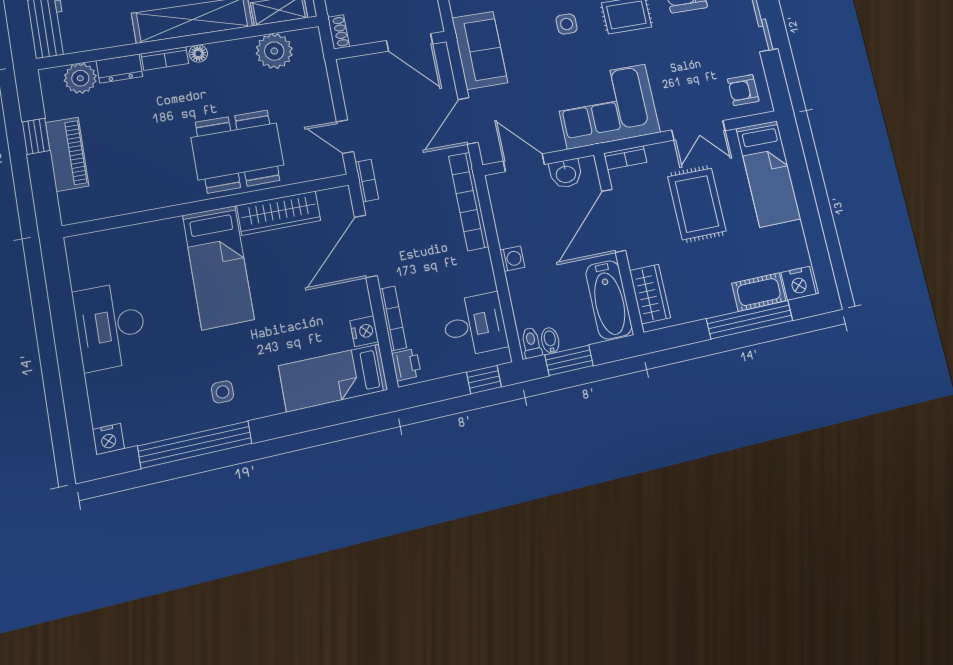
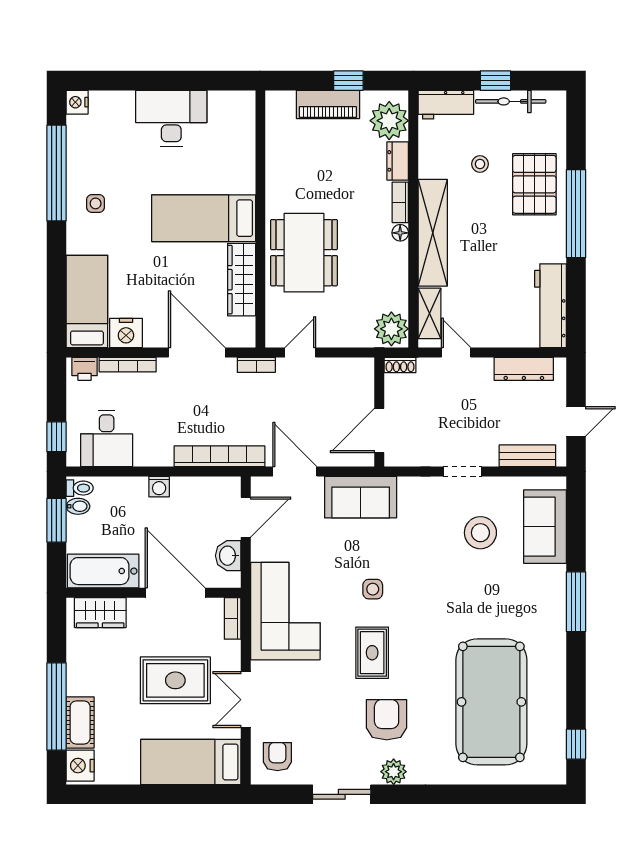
plant: (274, 51) -> (391, 329), moved
plant: (80, 78) -> (389, 121), width x1.36, depth x1.36
nightstand: (364, 331) -> (126, 333), width x1.36, depth x1.33

